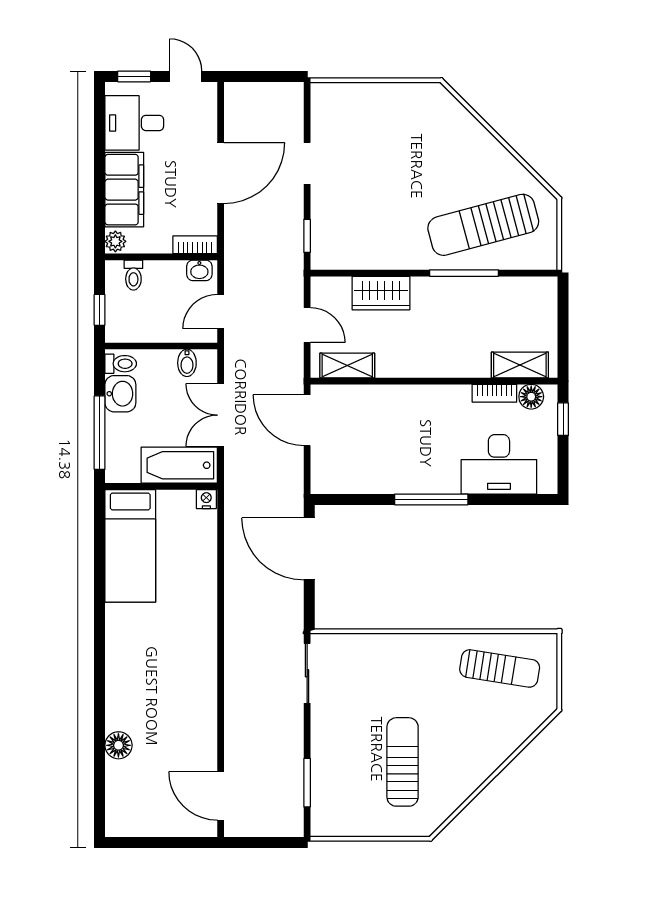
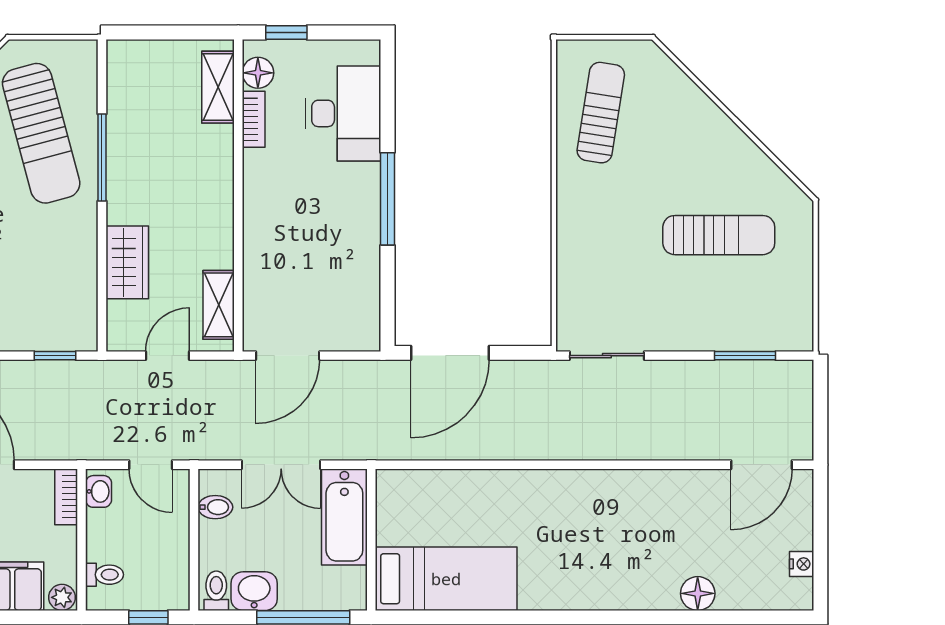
nightstand: (206, 499) -> (802, 564), moved, turned 180
sun lounger: (403, 762) -> (719, 235), turned 180

